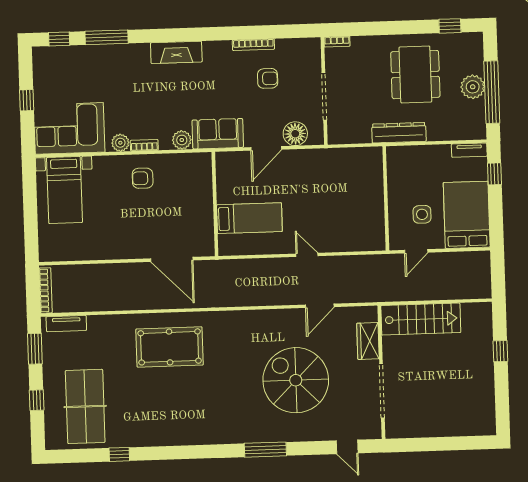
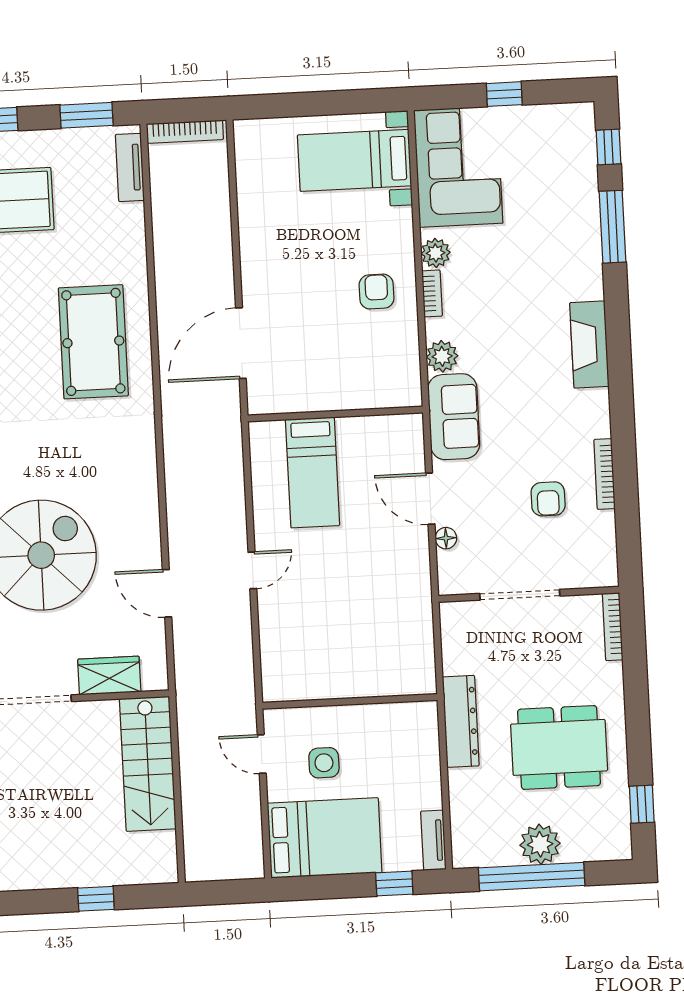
bookcase: (337, 42) -> (613, 627), width x1.56
floor lamp: (295, 134) -> (446, 538), width x0.53, depth x0.53

